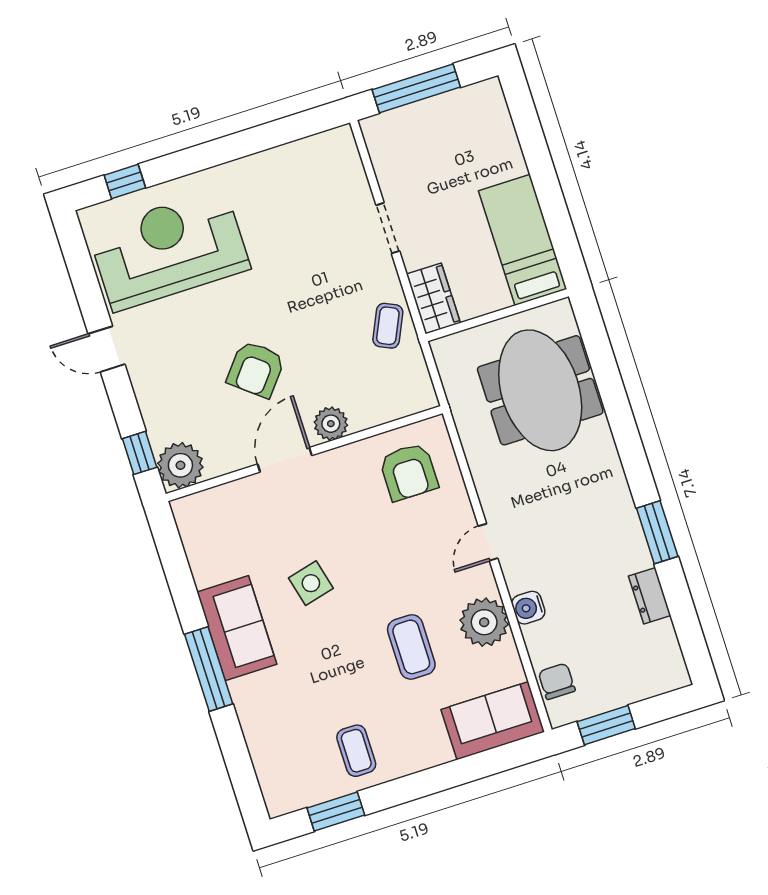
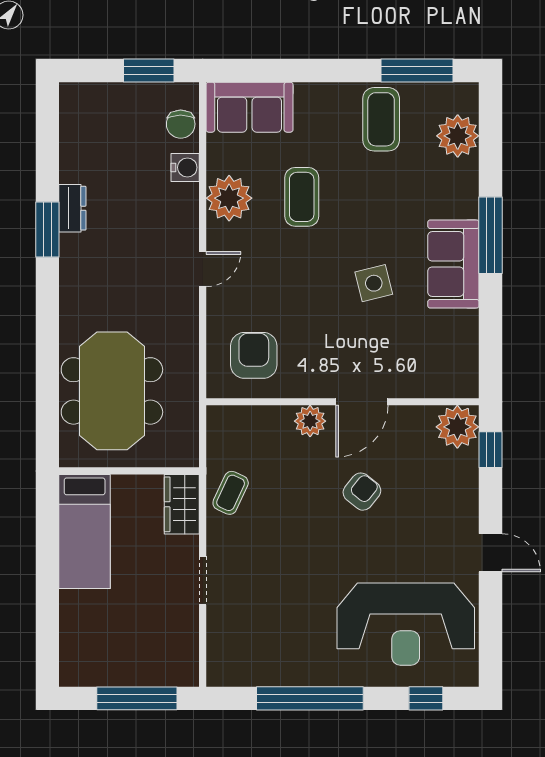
window: (242, 144) -> (310, 698), added
armchair: (256, 369) -> (362, 492), width x0.72, depth x0.72
dresser: (650, 596) -> (72, 208), moved
water cooler: (528, 608) -> (185, 167), moved
coffee table: (356, 751) -> (381, 119), width x1.36, depth x1.30
plant: (274, 759) -> (458, 136), added
window: (336, 811) -> (417, 70), width x1.44

